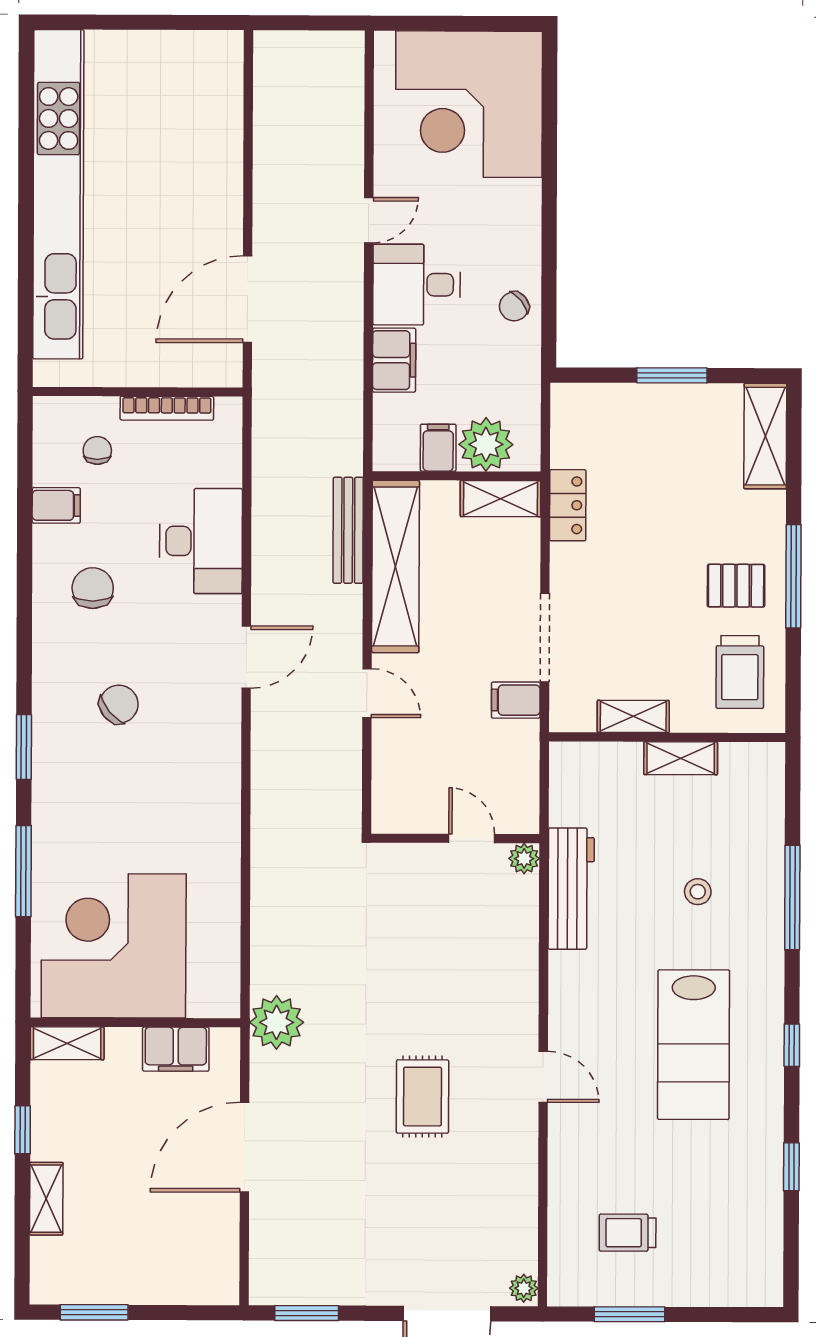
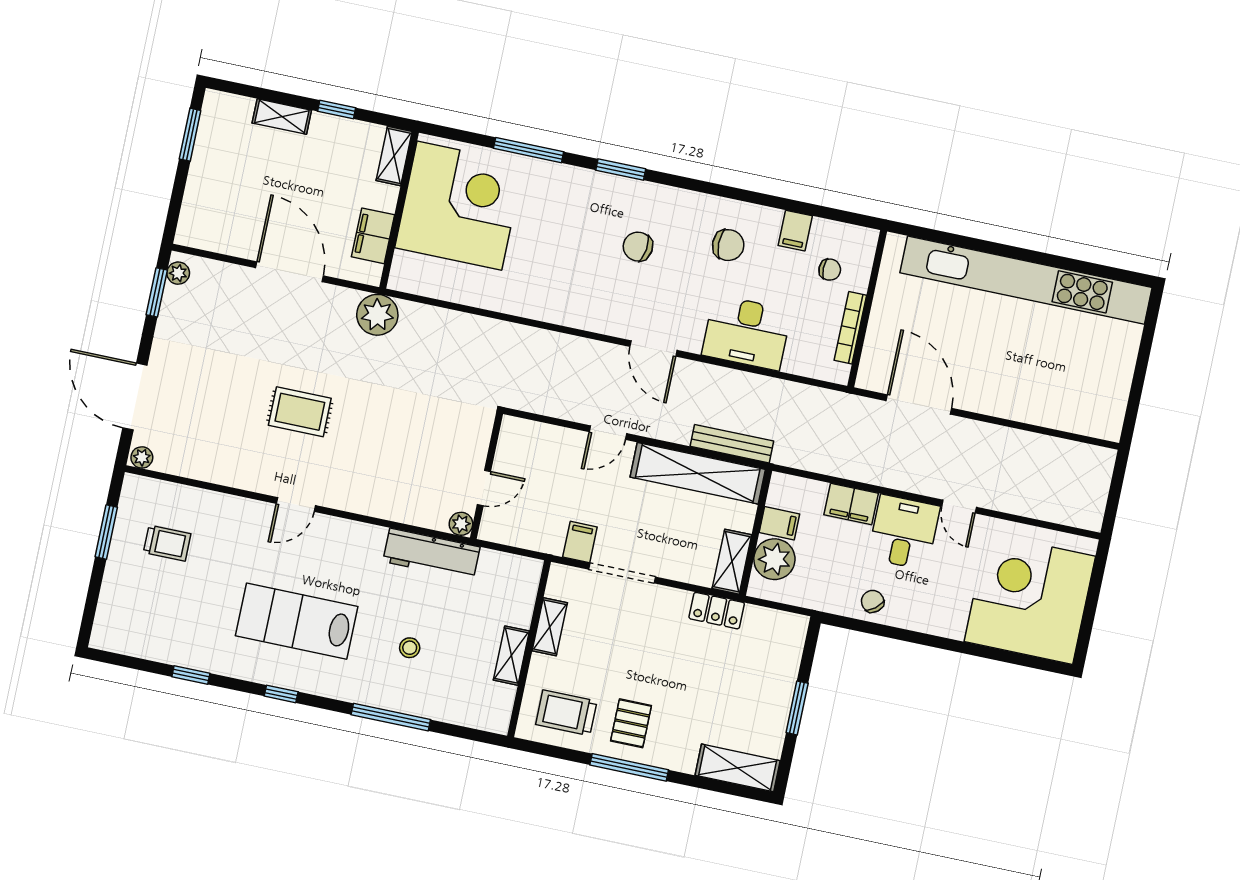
chair: (119, 704) -> (638, 247), turned 138
trolley: (628, 1233) -> (167, 543), turned 90
plant: (276, 1291) -> (178, 273), added

